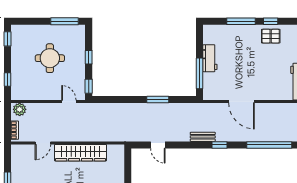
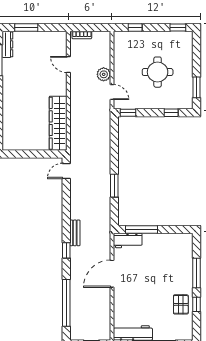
window: (64, 21) -> (196, 87), width x0.69
window: (89, 57) -> (171, 113), moved
workbench: (210, 58) -> (128, 240), moved
door: (69, 102) -> (112, 92), hinge flipped
plant: (20, 109) -> (104, 74), moved
door: (158, 145) -> (66, 171), moved
wardrobe: (81, 153) -> (58, 123), moved

